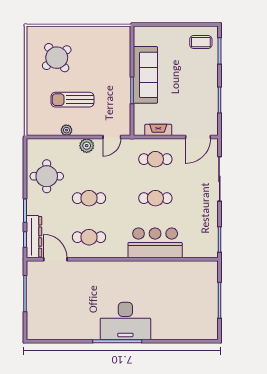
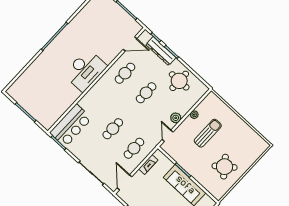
round table: (57, 58) -> (225, 167), moved
dresser: (34, 237) -> (161, 51), moved
bar counter: (155, 243) -> (71, 126), moved
desk: (125, 321) -> (85, 70), moved, turned 180

